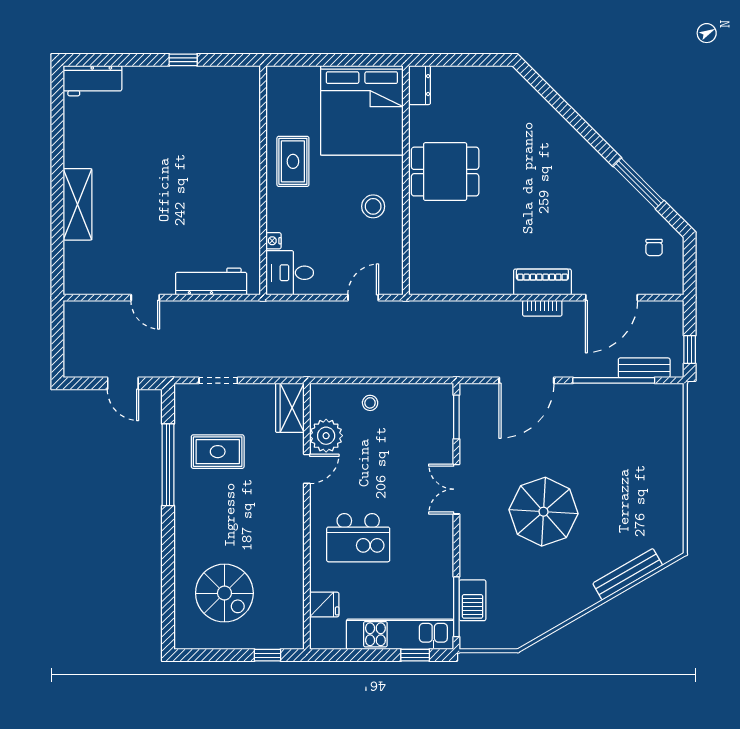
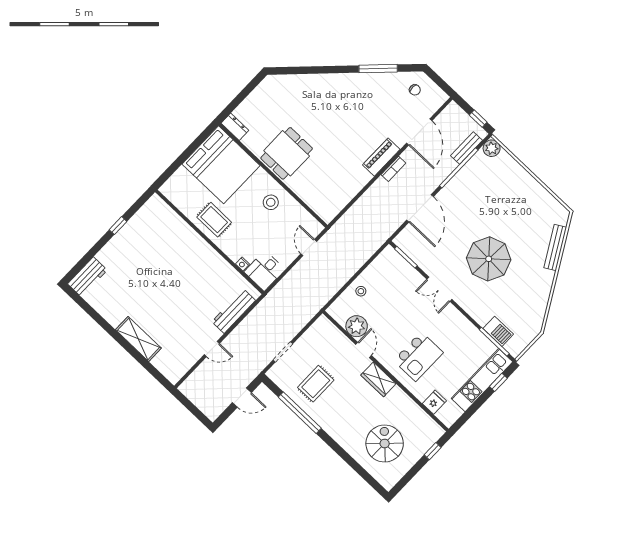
plant: (671, 396) -> (492, 148), added
wardrobe: (290, 408) -> (378, 379), moved
spiral stairs: (224, 593) -> (385, 444), turned -90

